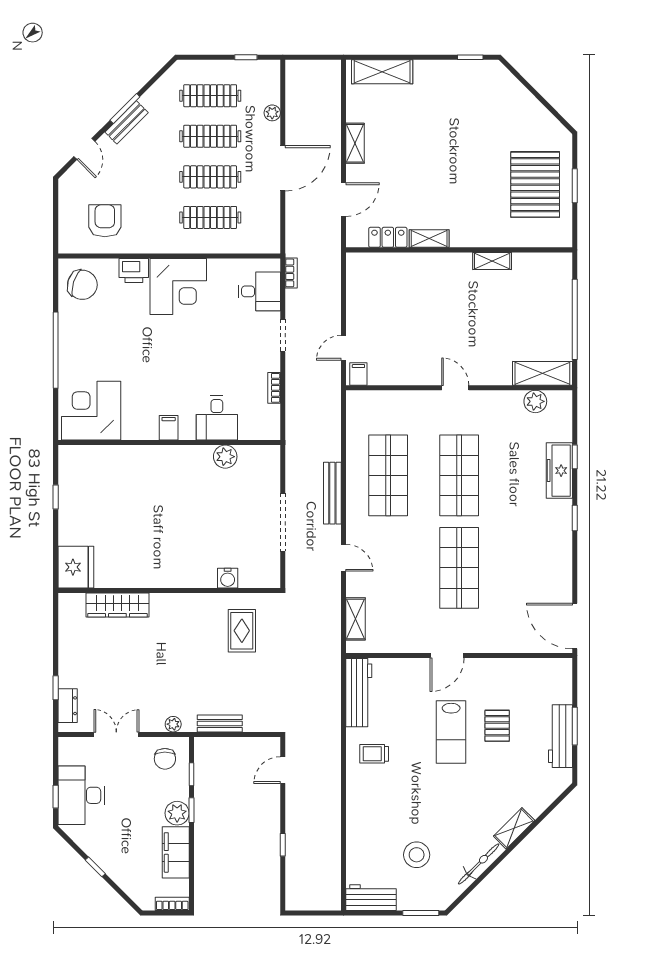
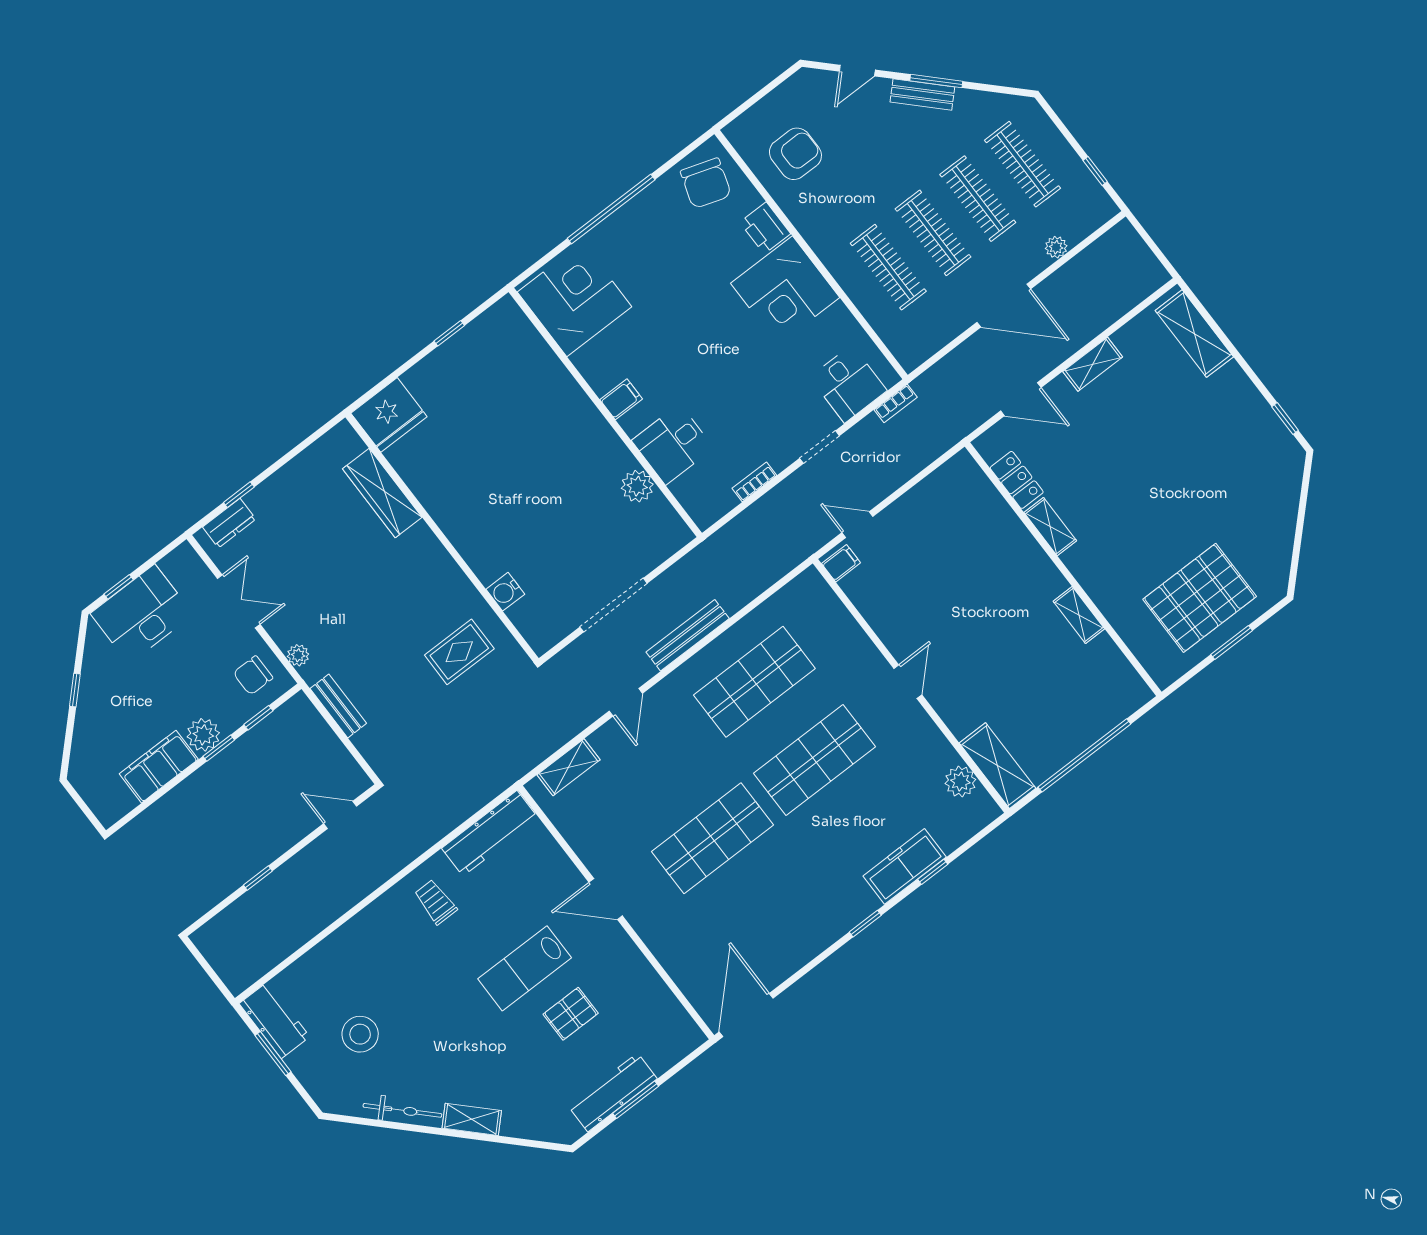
bookcase: (172, 904) -> (99, 806), removed
window: (421, 913) -> (273, 1054), moved

